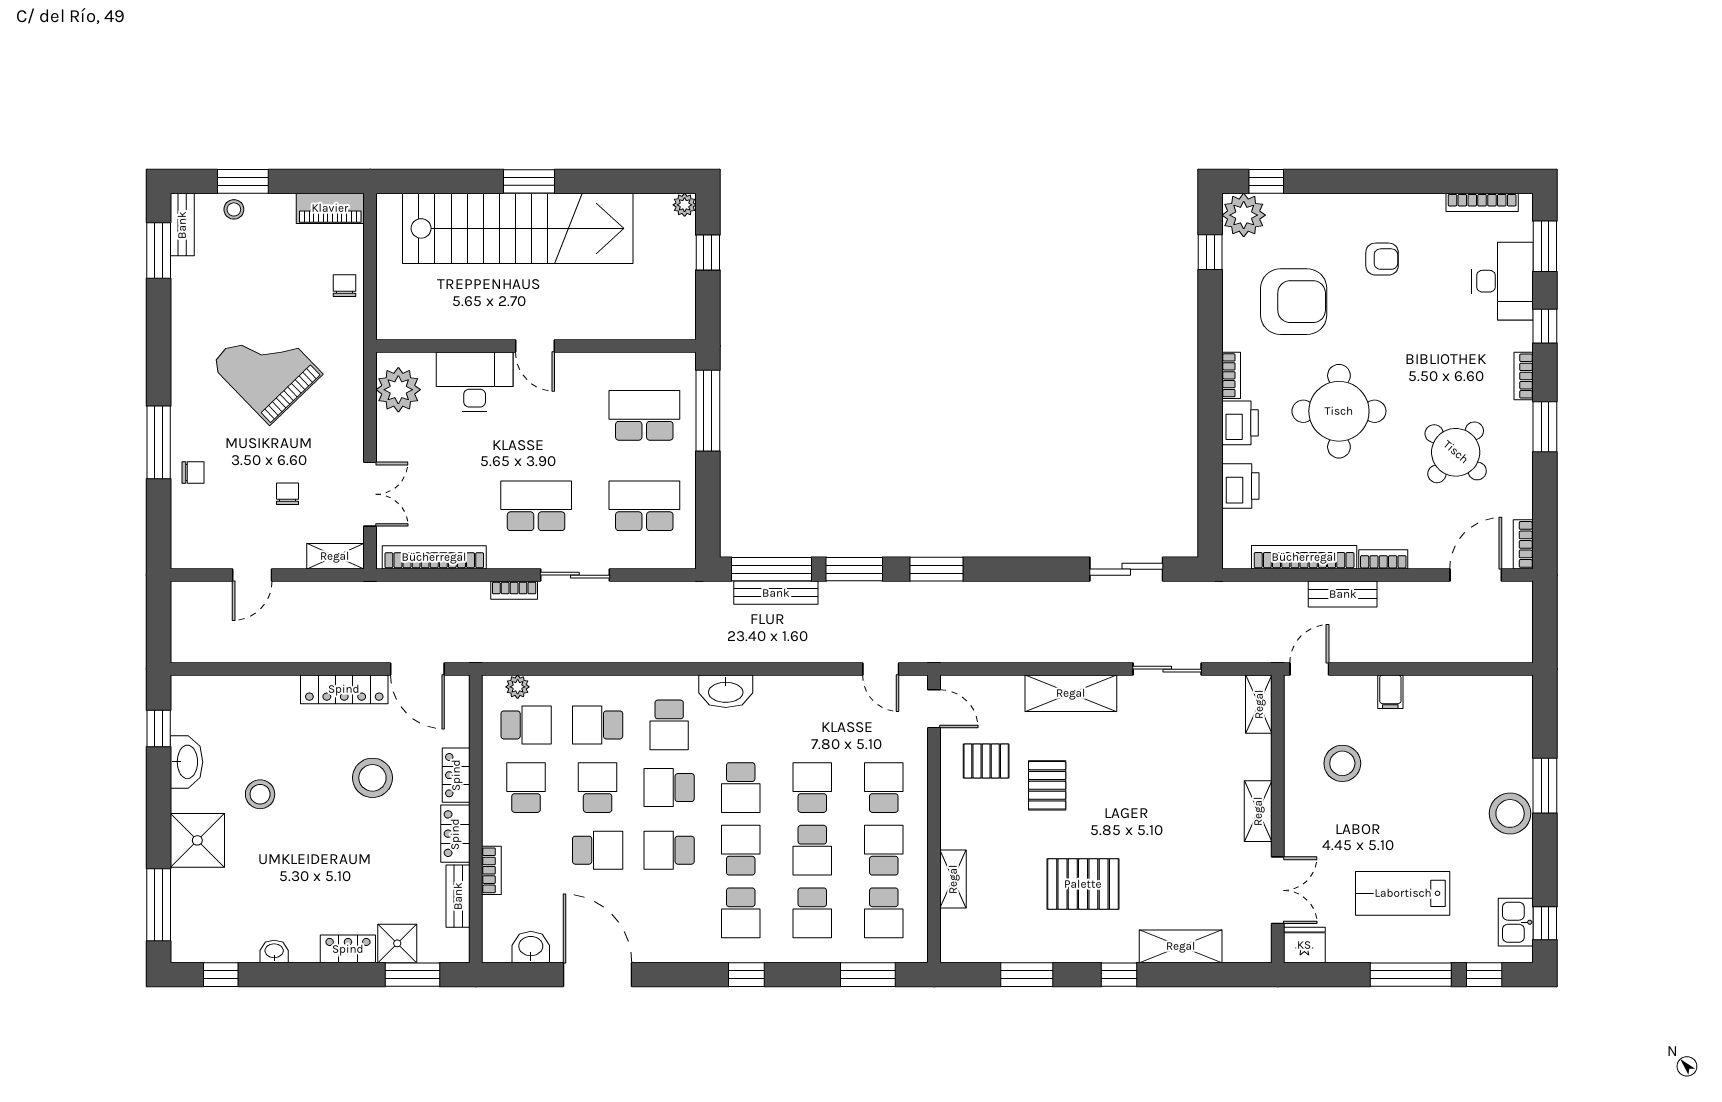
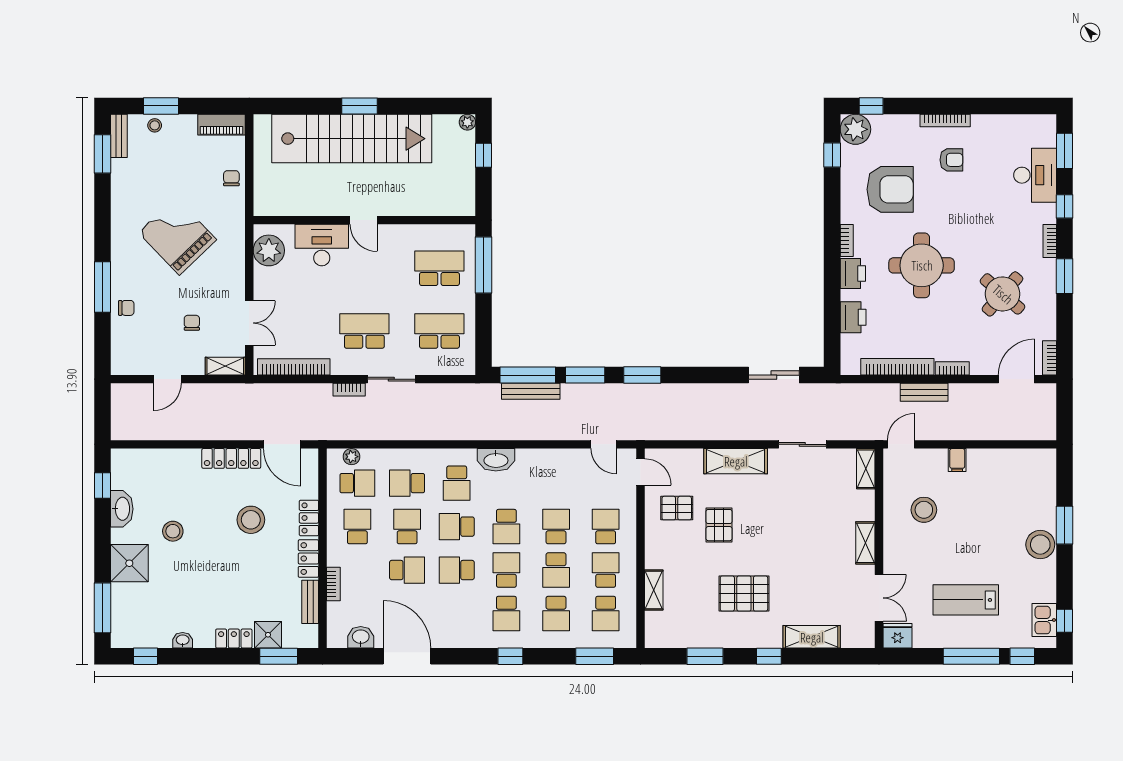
bookcase: (1482, 202) -> (945, 121), moved

